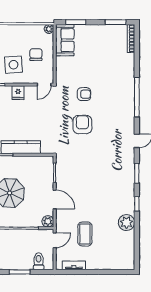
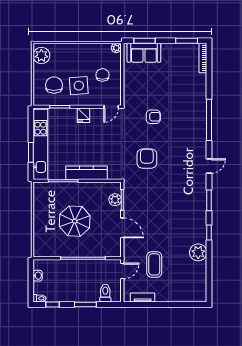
sofa: (65, 40) -> (144, 53), moved, turned 90
armchair: (82, 125) -> (147, 159), moved
plant: (48, 221) -> (115, 200), moved

